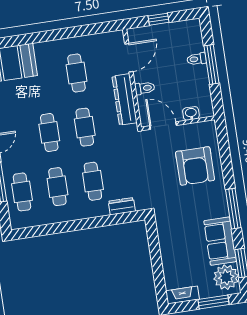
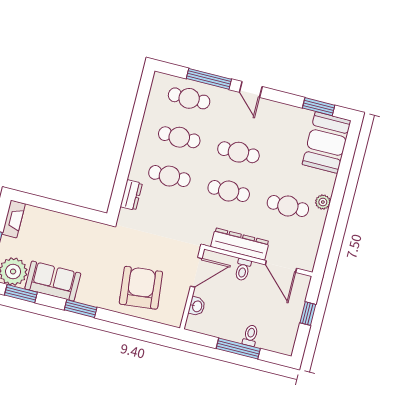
plant: (61, 45) -> (323, 202), added
armchair: (195, 166) -> (141, 288), turned 84
window: (233, 209) -> (81, 309), width x0.69

